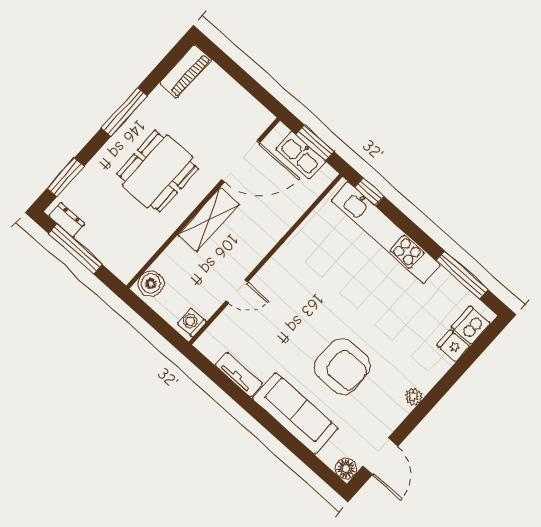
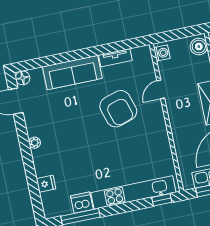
dishwasher: (471, 325) -> (82, 203), moved, turned -90
armchair: (342, 366) -> (118, 109), moved, turned -107

